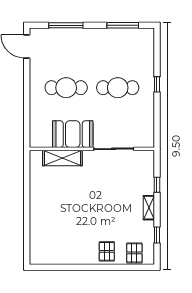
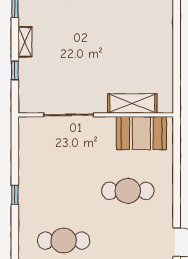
cafe table: (118, 88) -> (64, 241), moved
booth: (73, 134) -> (141, 133), moved

